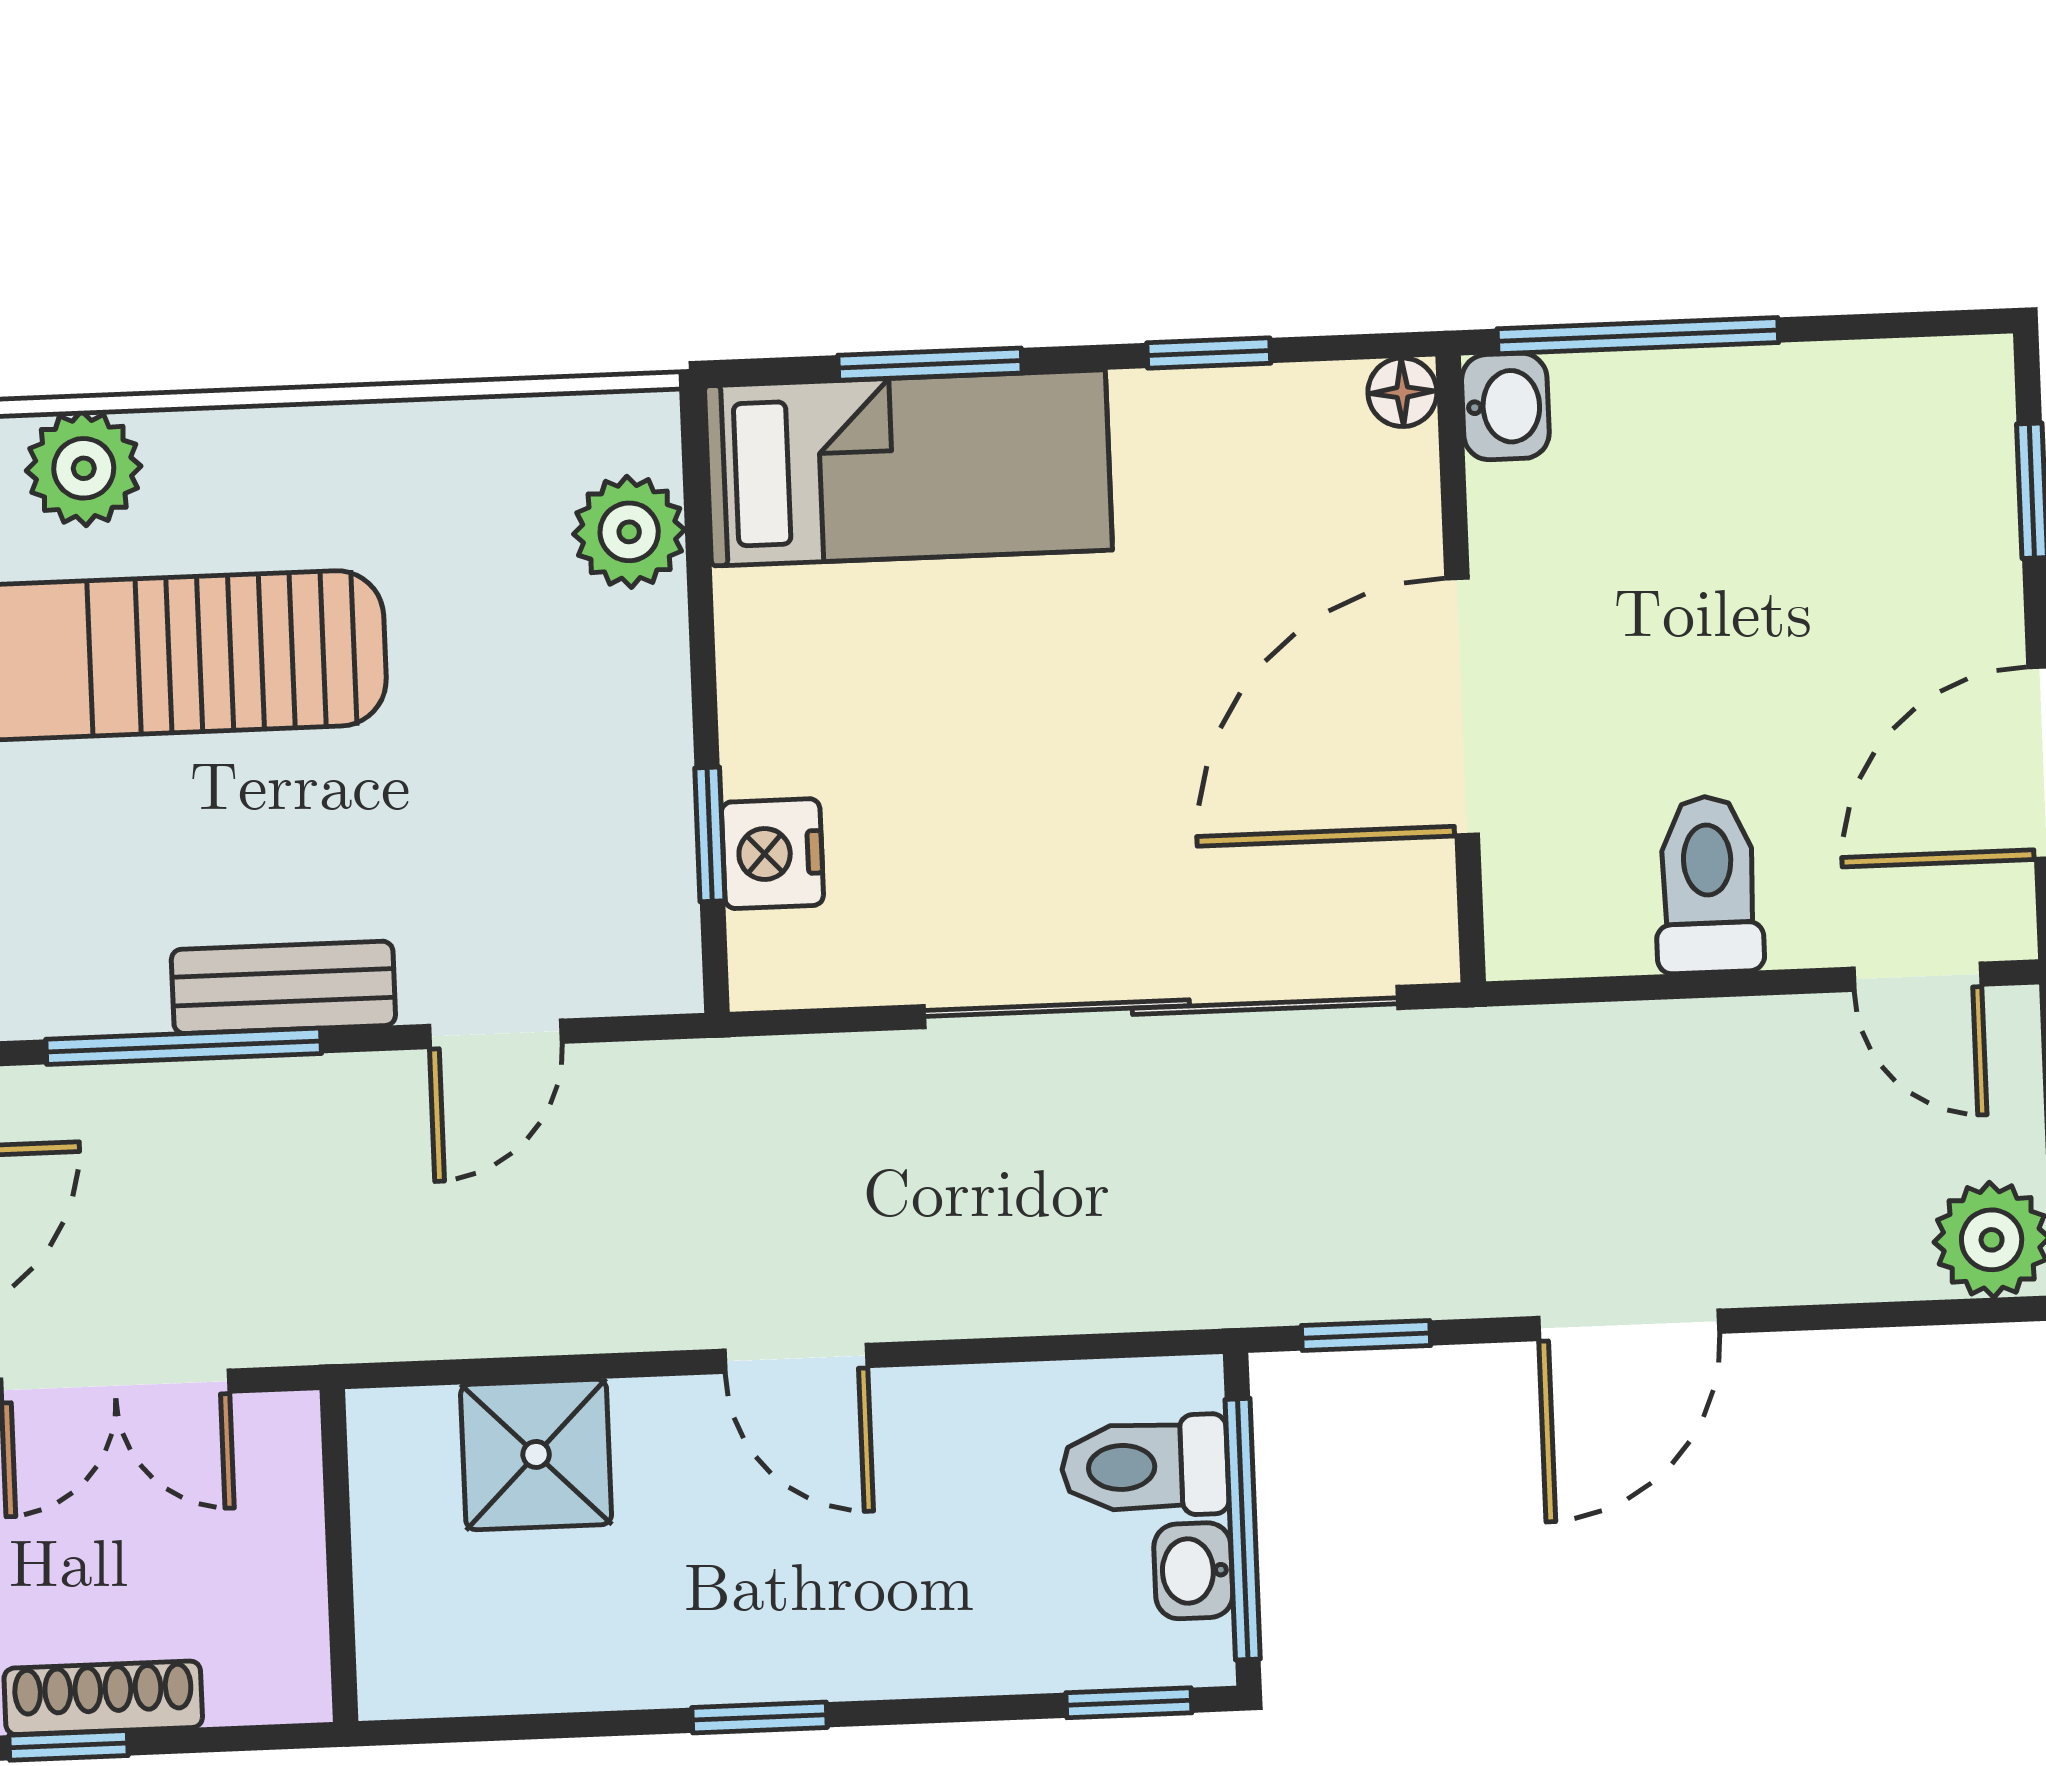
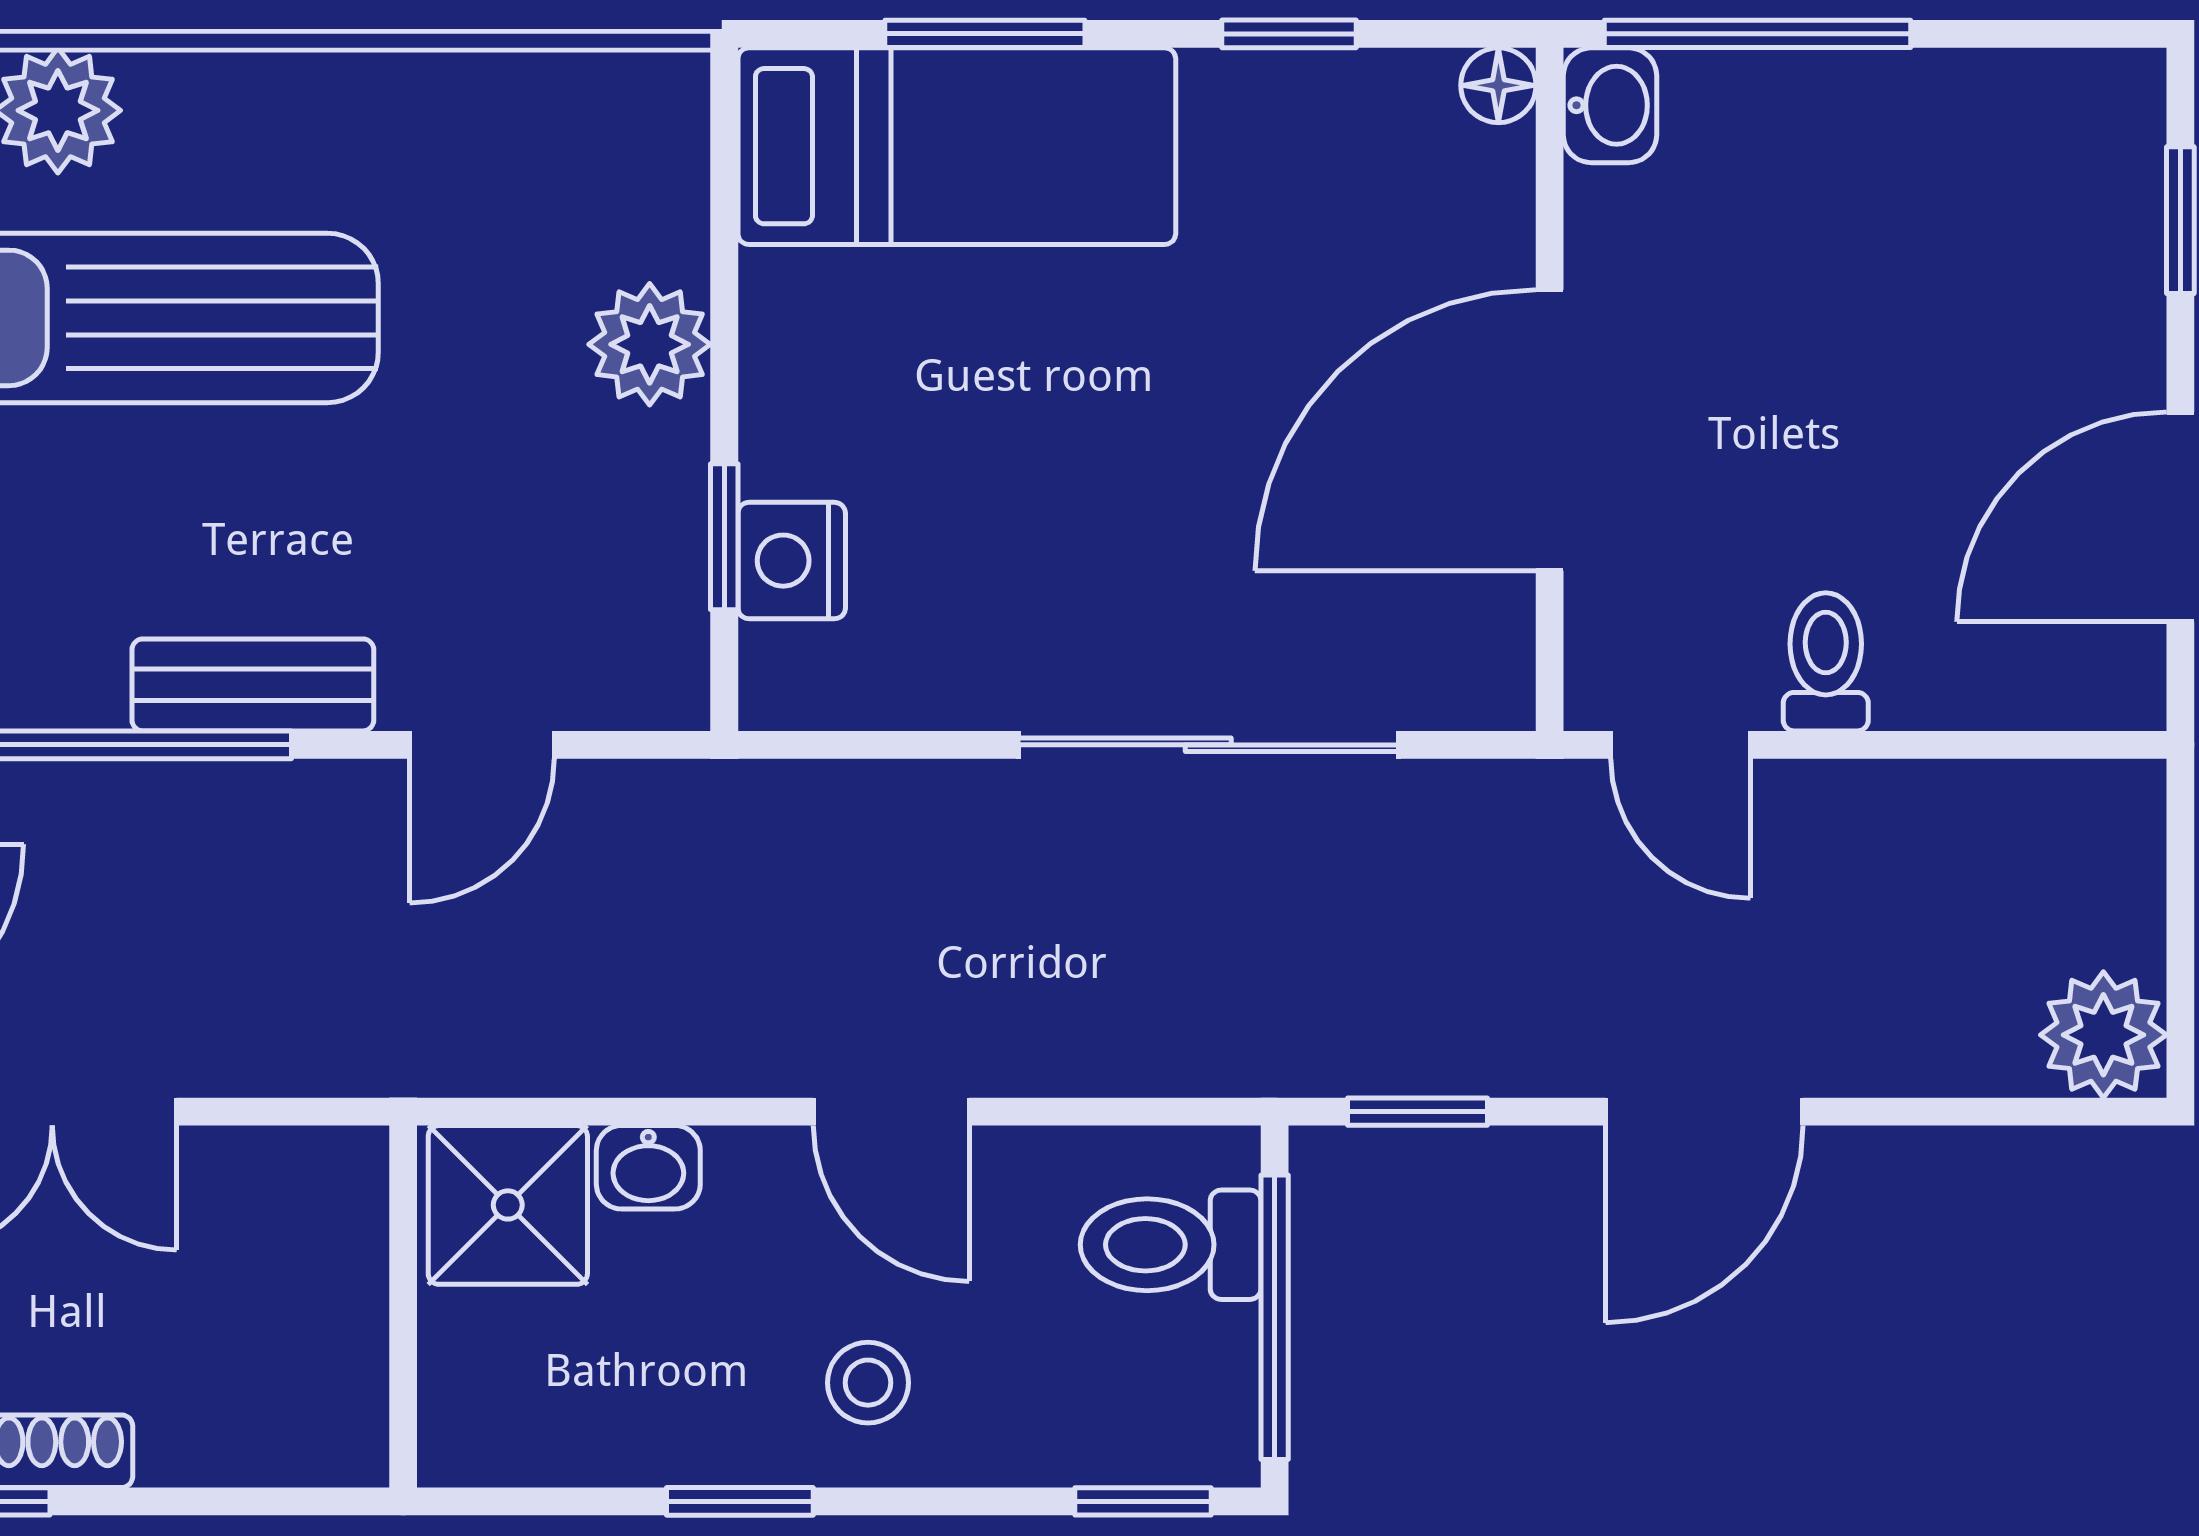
plant: (629, 532) -> (650, 344), moved
toilet: (1708, 885) -> (1826, 662), width x0.73, depth x0.72
door: (1918, 977) -> (1680, 745), moved
sliding door: (1161, 1007) -> (1208, 745), width x0.73
door: (796, 1358) -> (891, 1112), moved
wall: (339, 1556) -> (403, 1307), moved
washbasin: (1193, 1571) -> (648, 1167), moved, turned -90
stool: (873, 1604) -> (868, 1383), added

